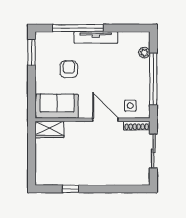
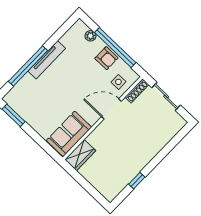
armchair: (69, 69) -> (106, 58), moved, turned 180

